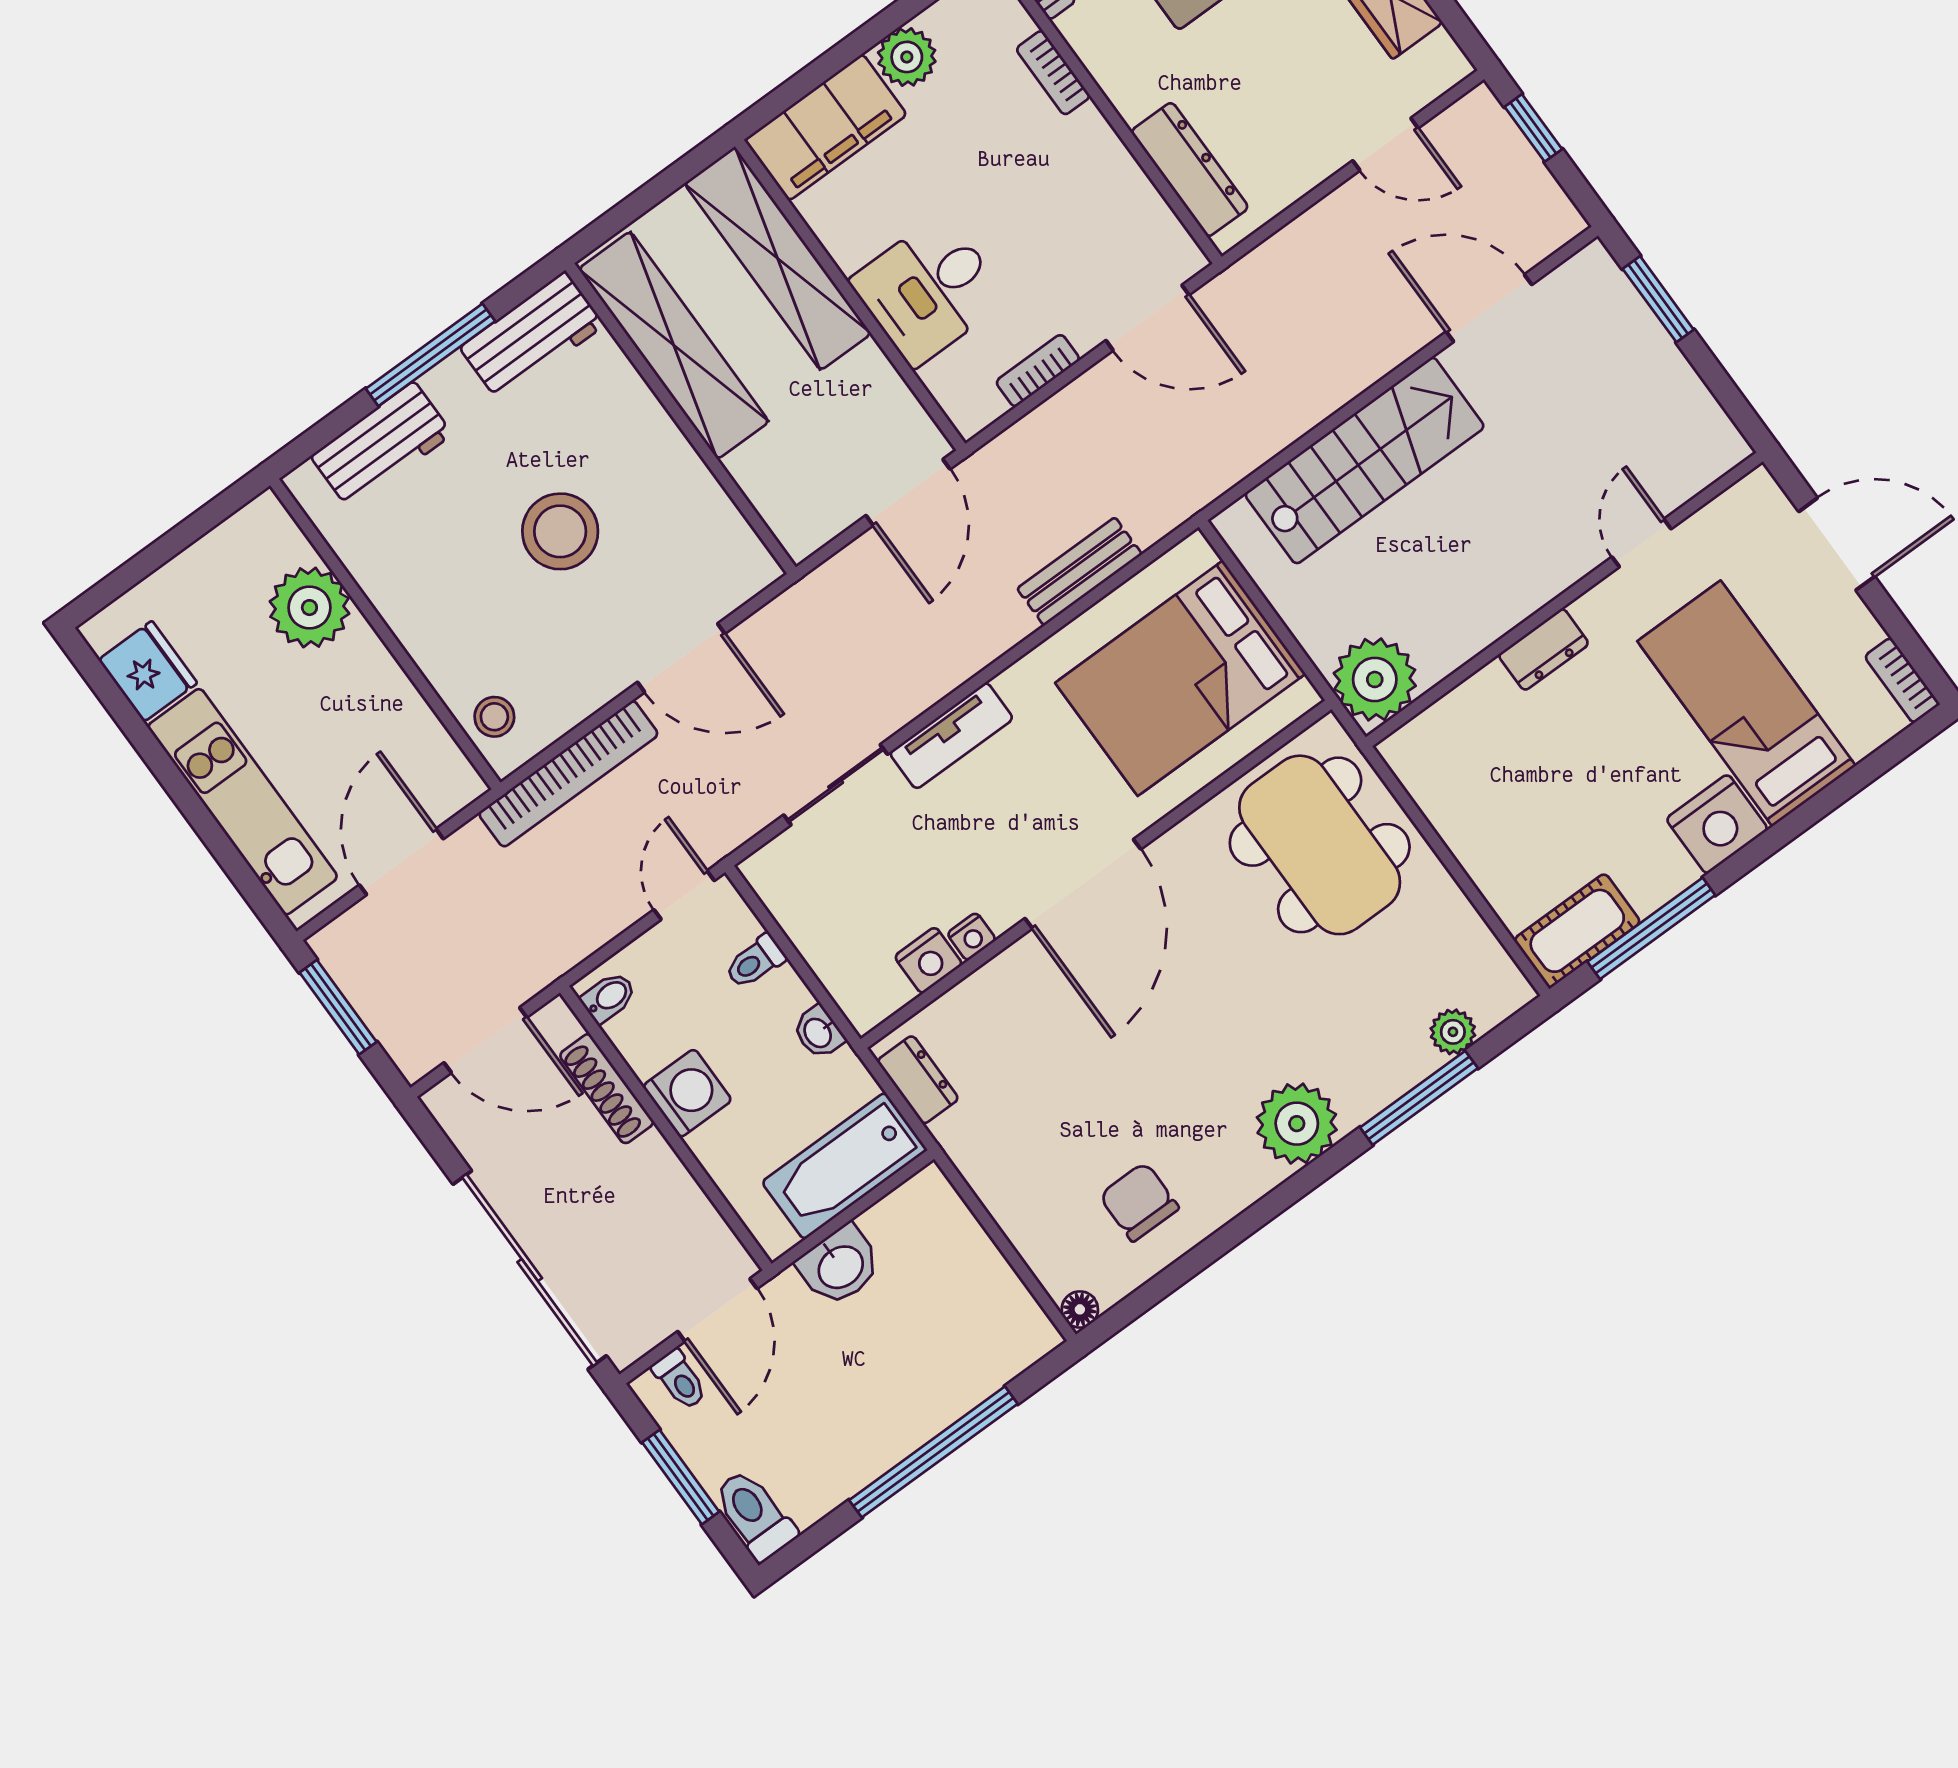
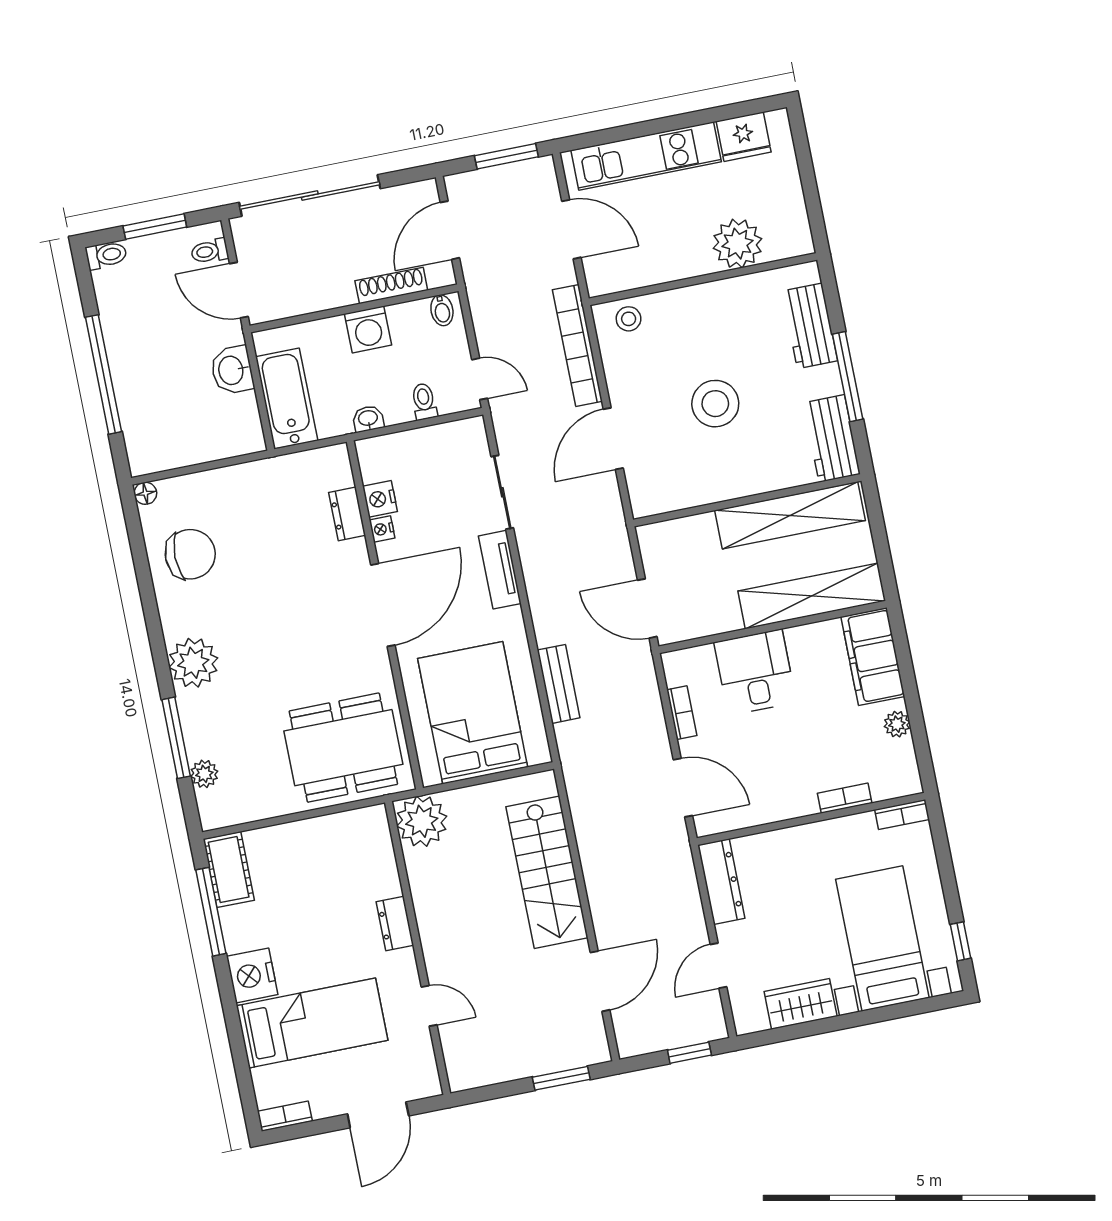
plant: (907, 57) -> (897, 724), width x0.73, depth x0.73
dresser: (1190, 169) -> (721, 882), moved, turned -90
door: (1147, 318) -> (683, 788), swing flipped
door: (1083, 884) -> (383, 605), swing flipped
dresser: (918, 1080) -> (347, 514), moved, turned 90
chair: (1139, 1202) -> (190, 554), width x1.37, depth x1.37
toilet: (755, 1515) -> (106, 255), width x0.73, depth x0.72

